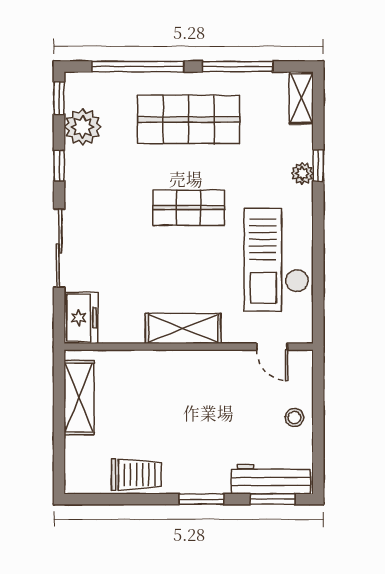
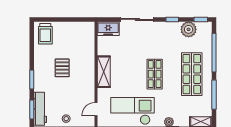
shelving: (79, 398) -> (75, 28), removed
pallet: (174, 427) -> (62, 68), added
trolley: (136, 475) -> (45, 34), moved

